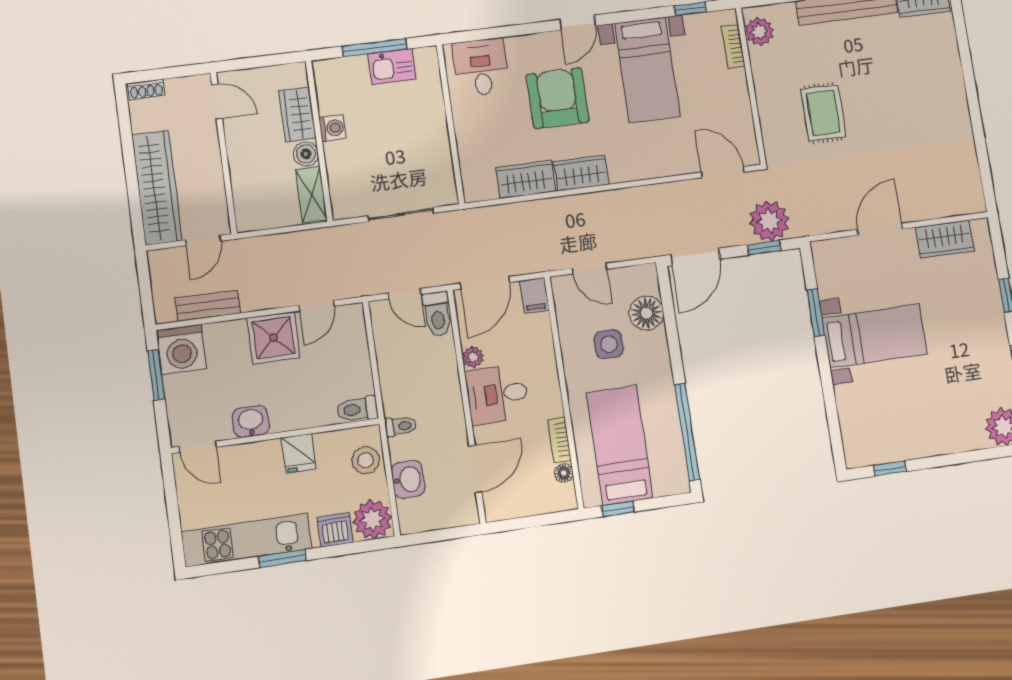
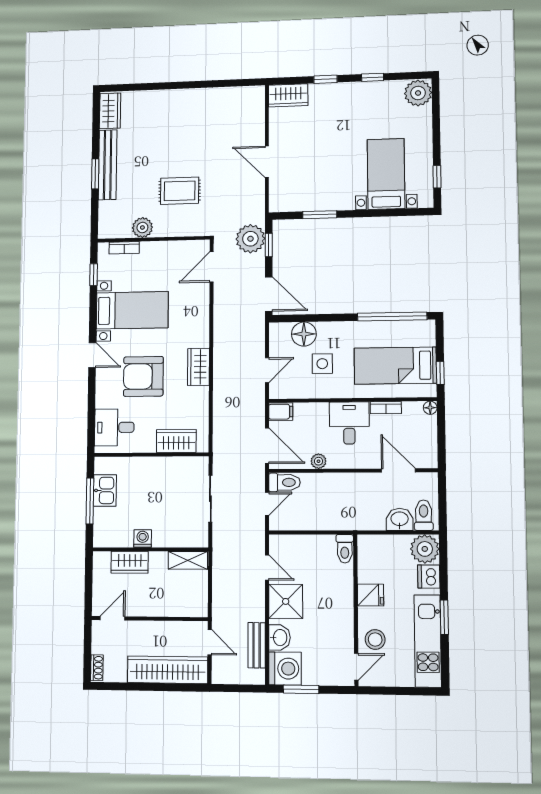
plant: (759, 32) -> (142, 228), moved
boiler: (306, 154) -> (158, 560), removed
wardrobe: (526, 179) -> (176, 441), moved, turned 90
wardrobe: (945, 239) -> (288, 95), moved, turned 90
bed with nightstands: (875, 336) -> (386, 174), moved
desk: (497, 394) -> (349, 423), moved, turned 180
washbasin: (251, 422) -> (280, 638), moved, turned 180
toilet: (401, 426) -> (424, 515), moved, width x1.37, depth x1.39
stool: (366, 460) -> (375, 639), moved
floor lamp: (564, 473) -> (430, 408), moved

